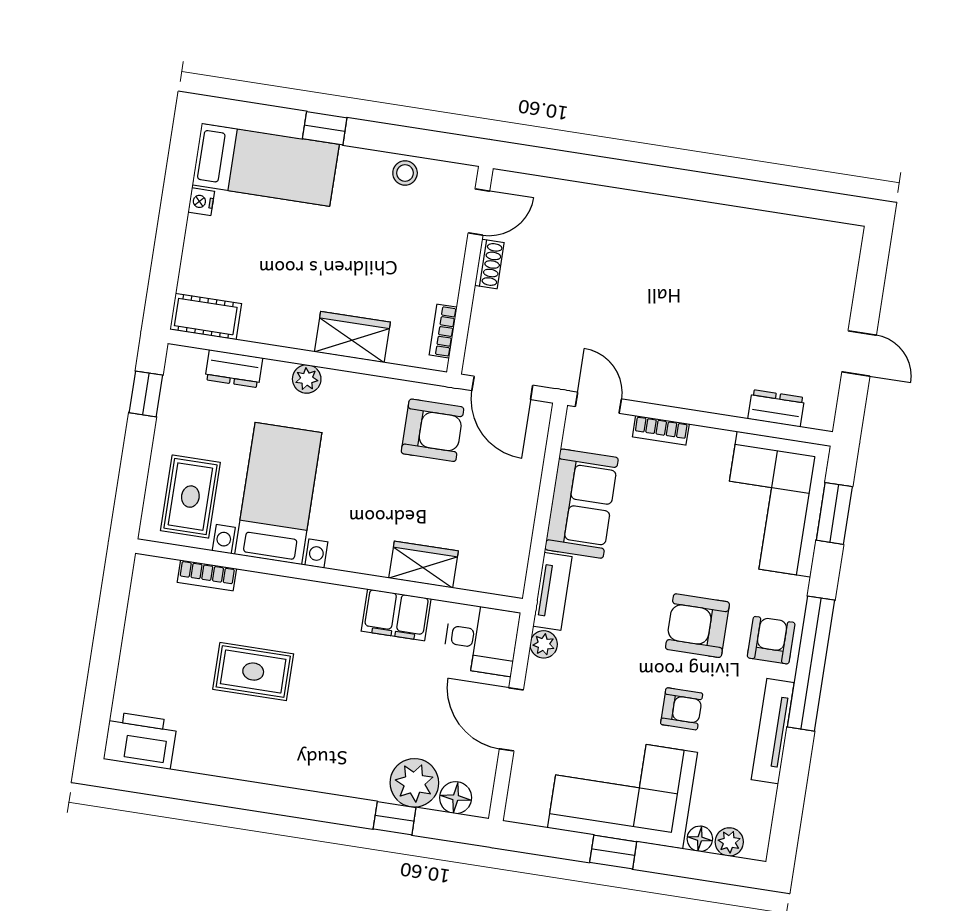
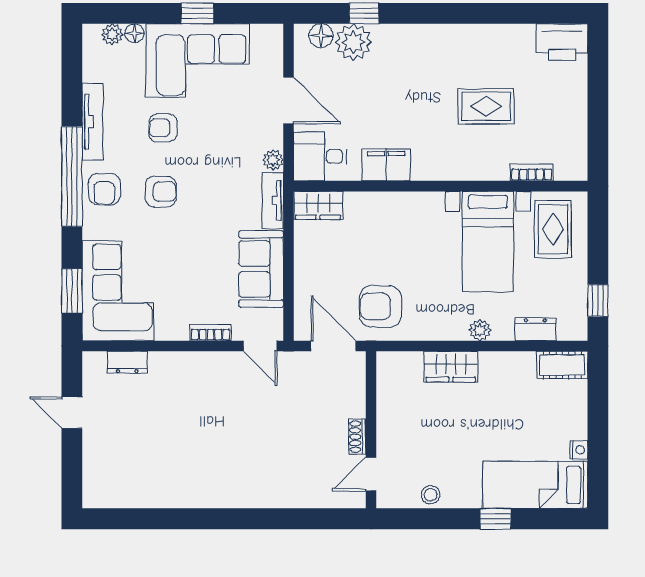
bookcase: (443, 331) -> (384, 381), removed
wardrobe: (423, 565) -> (318, 205), moved
armchair: (697, 626) -> (161, 192), width x0.72, depth x0.72

